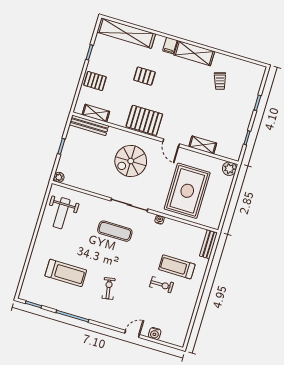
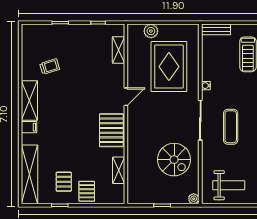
pallet: (144, 76) -> (64, 182), moved
shelving: (96, 113) -> (119, 170), moved
bench: (89, 125) -> (133, 184), removed
shelving: (203, 145) -> (119, 50), moved
spiral stairs: (131, 161) -> (174, 160), moved
plant: (229, 169) -> (151, 31), moved
rug: (187, 191) -> (169, 67), turned 90

